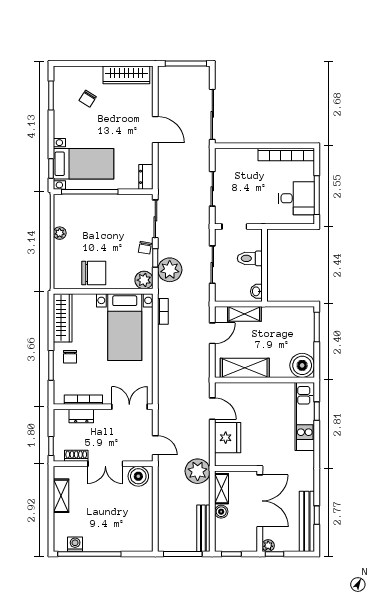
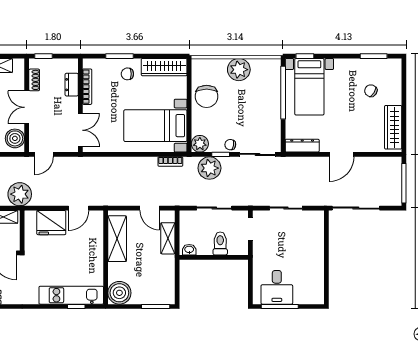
bookcase: (286, 155) -> (318, 278), removed
dresser: (146, 177) -> (302, 146), width x1.44
plant: (60, 233) -> (239, 70), width x1.87, depth x1.87

